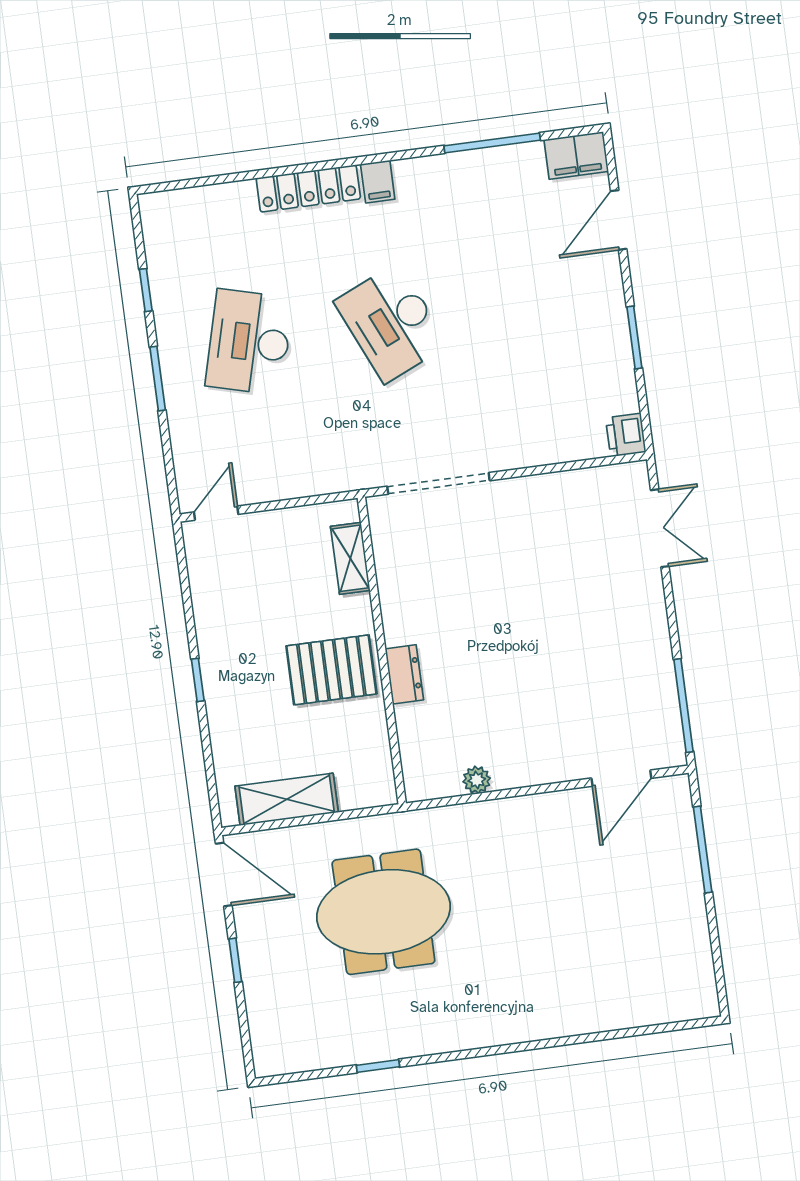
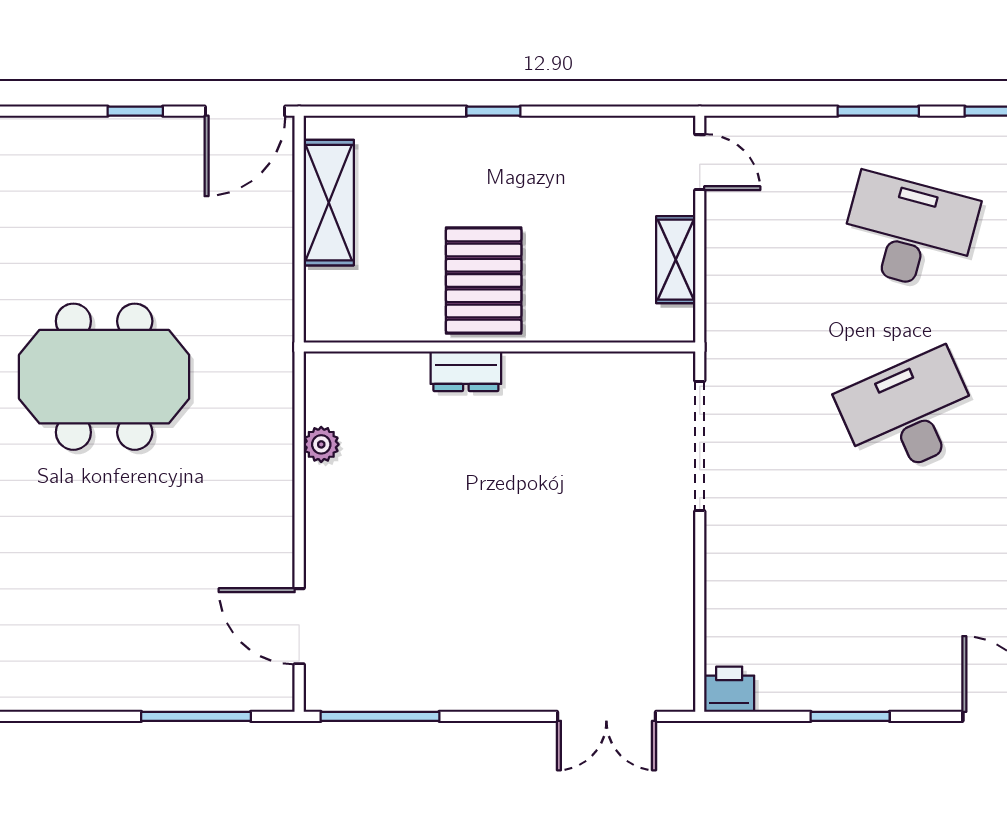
shelving: (350, 558) -> (676, 260), moved, turned 90
meeting table: (383, 912) -> (104, 377), moved, turned 90

